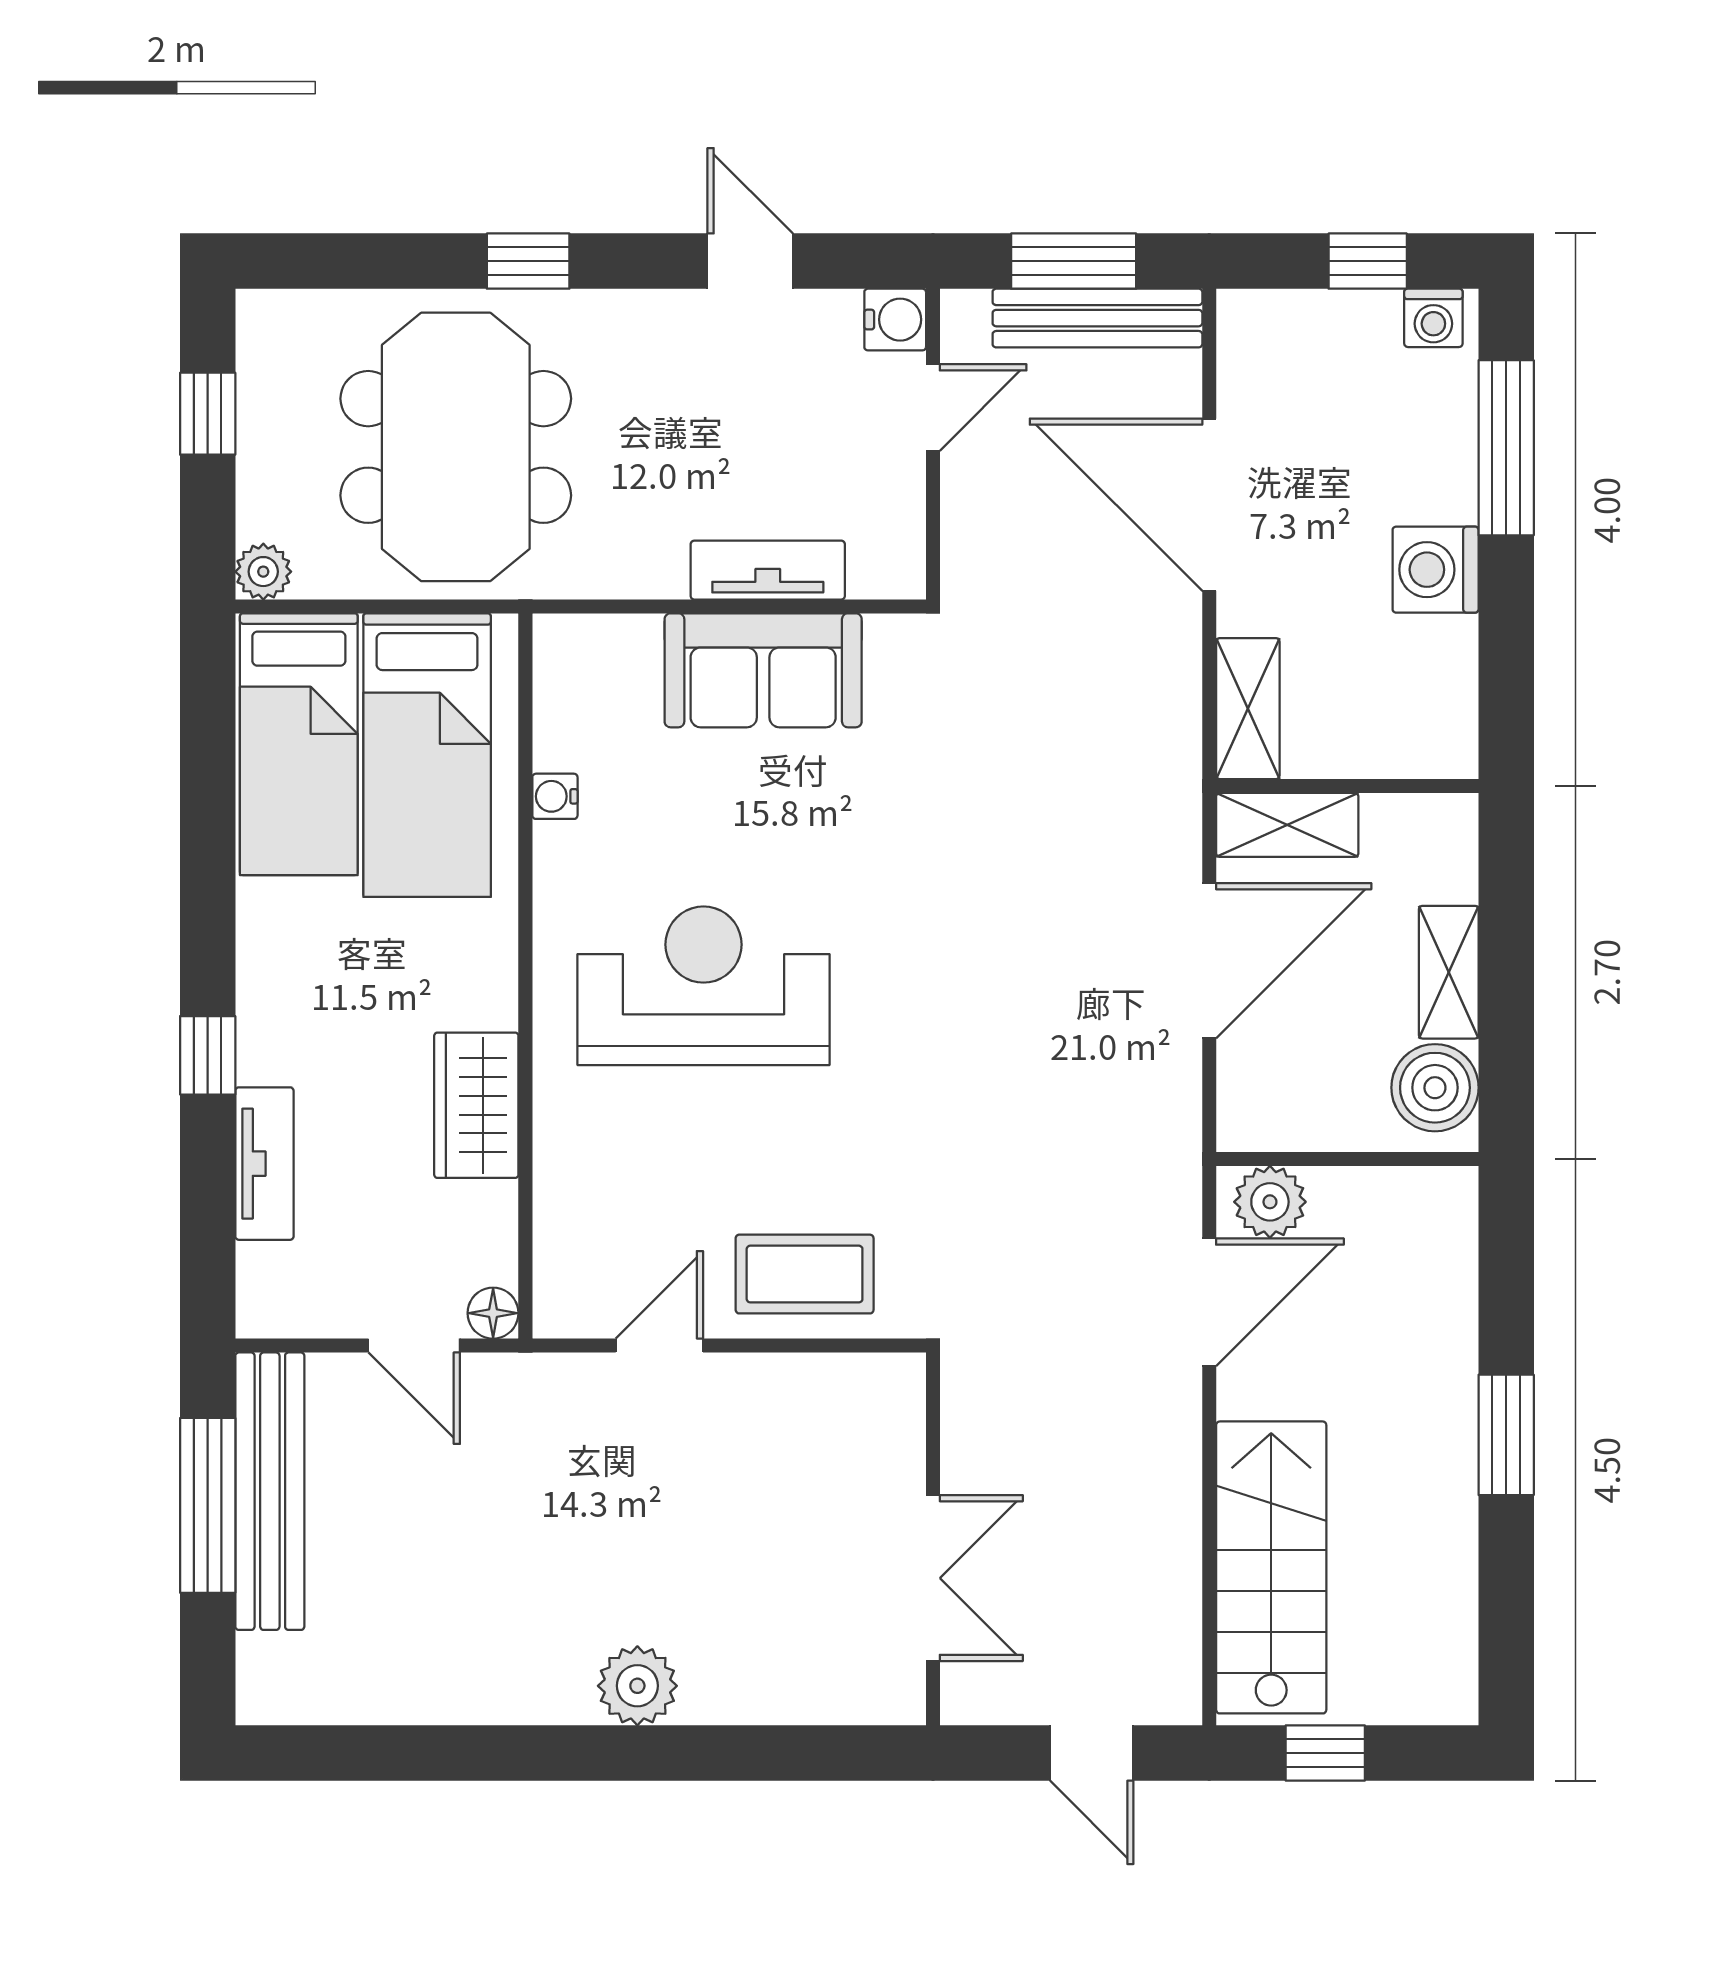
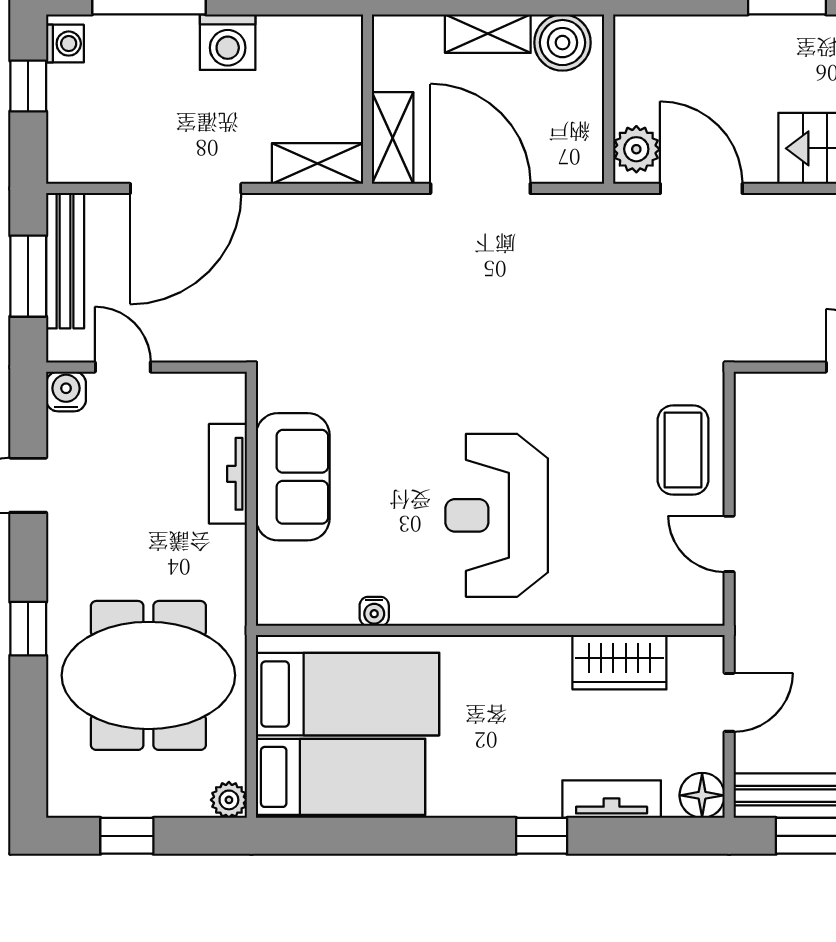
wardrobe: (476, 1105) -> (619, 662), moved
floor lamp: (493, 1313) -> (702, 795), moved, width x1.37, depth x1.37

